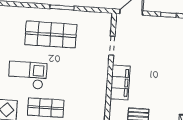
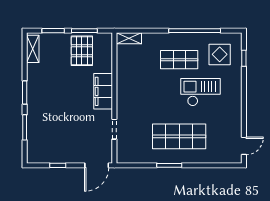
checkout: (28, 75) -> (200, 92), turned 180

